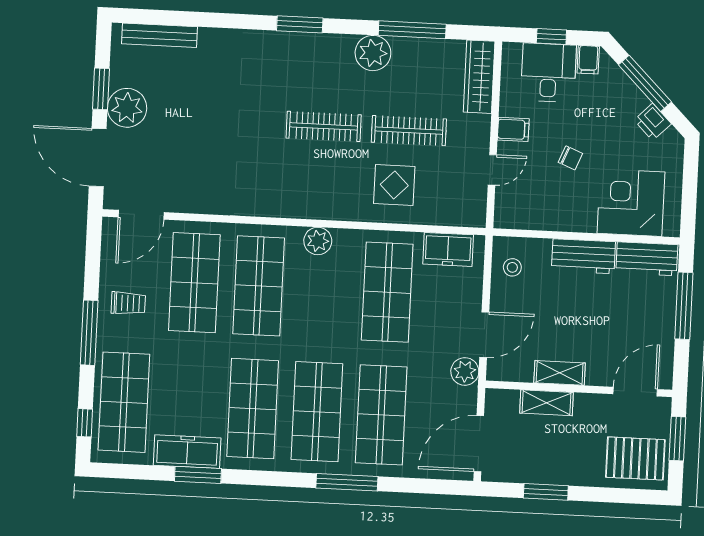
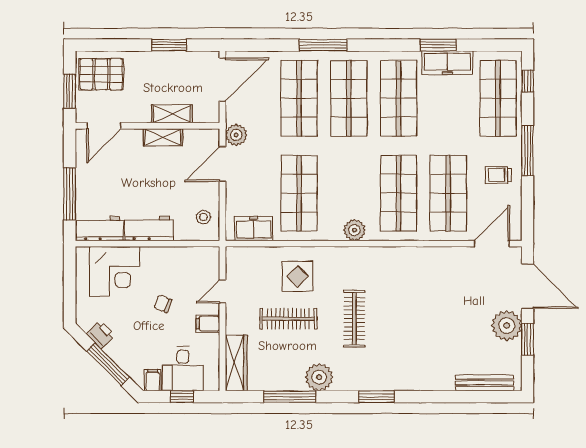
clothes rail: (324, 126) -> (354, 319), turned 90

